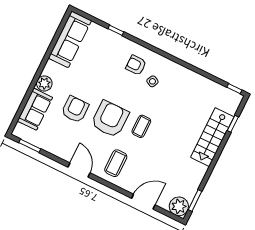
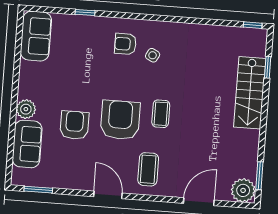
sofa: (70, 39) -> (36, 36), width x0.73

